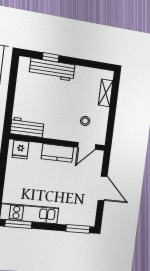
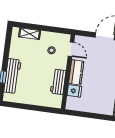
workbench: (27, 127) -> (58, 82), moved
fridge: (20, 150) -> (74, 91), moved

